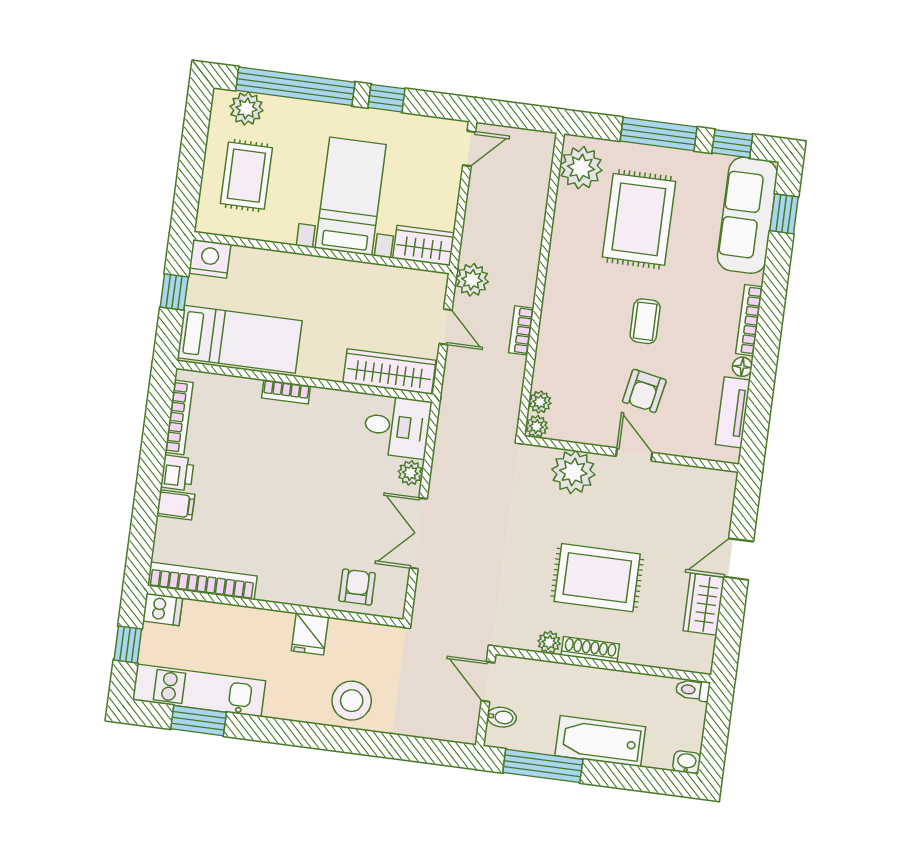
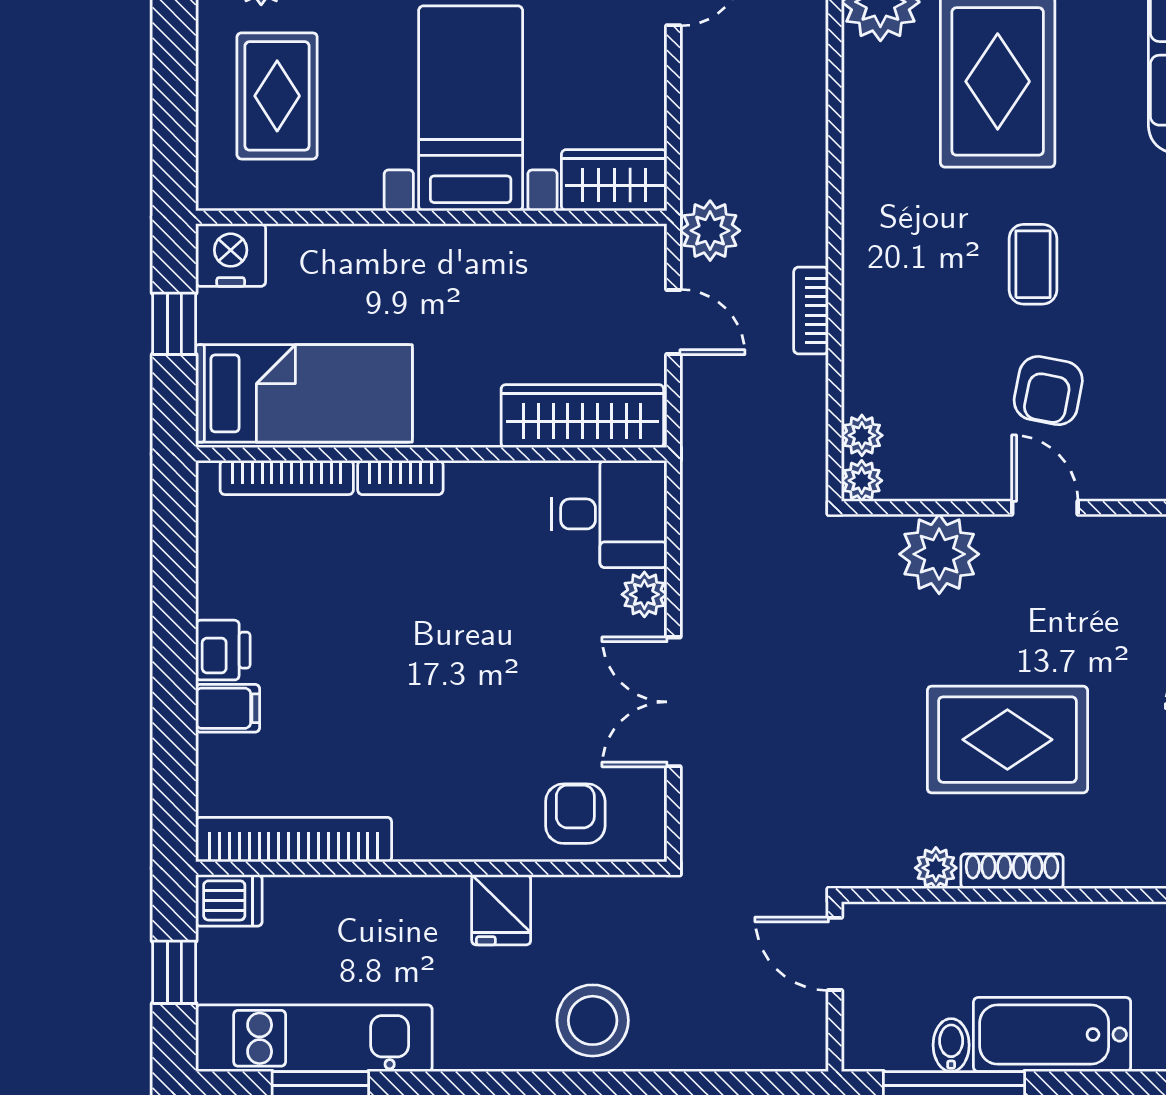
bookcase: (179, 417) -> (287, 477), moved, turned 90
bidet: (502, 717) -> (951, 1045), moved, turned -90

